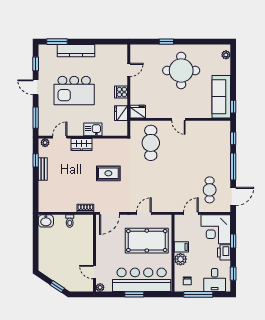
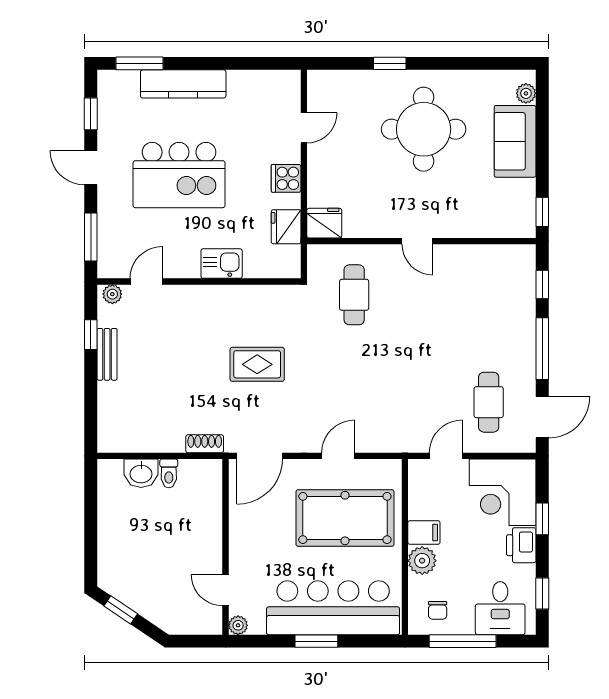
sofa: (221, 97) -> (515, 141), moved, width x0.73
cafe table: (151, 143) -> (354, 295), width x0.73, depth x0.74
wardrobe: (81, 145) -> (196, 298), removed
washbasin: (46, 221) -> (141, 473), moved
window: (57, 286) -> (121, 610), moved

